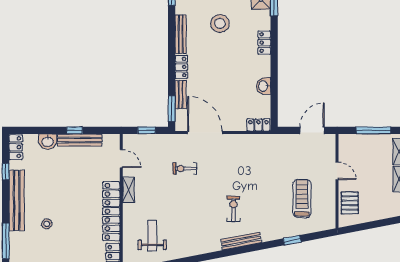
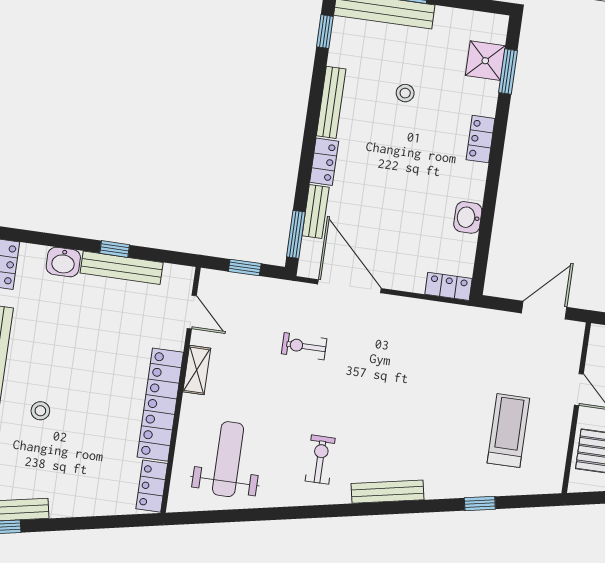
stool: (220, 23) -> (405, 93), width x0.53, depth x0.53
exercise bike: (233, 209) -> (320, 460), moved
weight bench: (152, 236) -> (228, 459), width x1.36, depth x1.33

